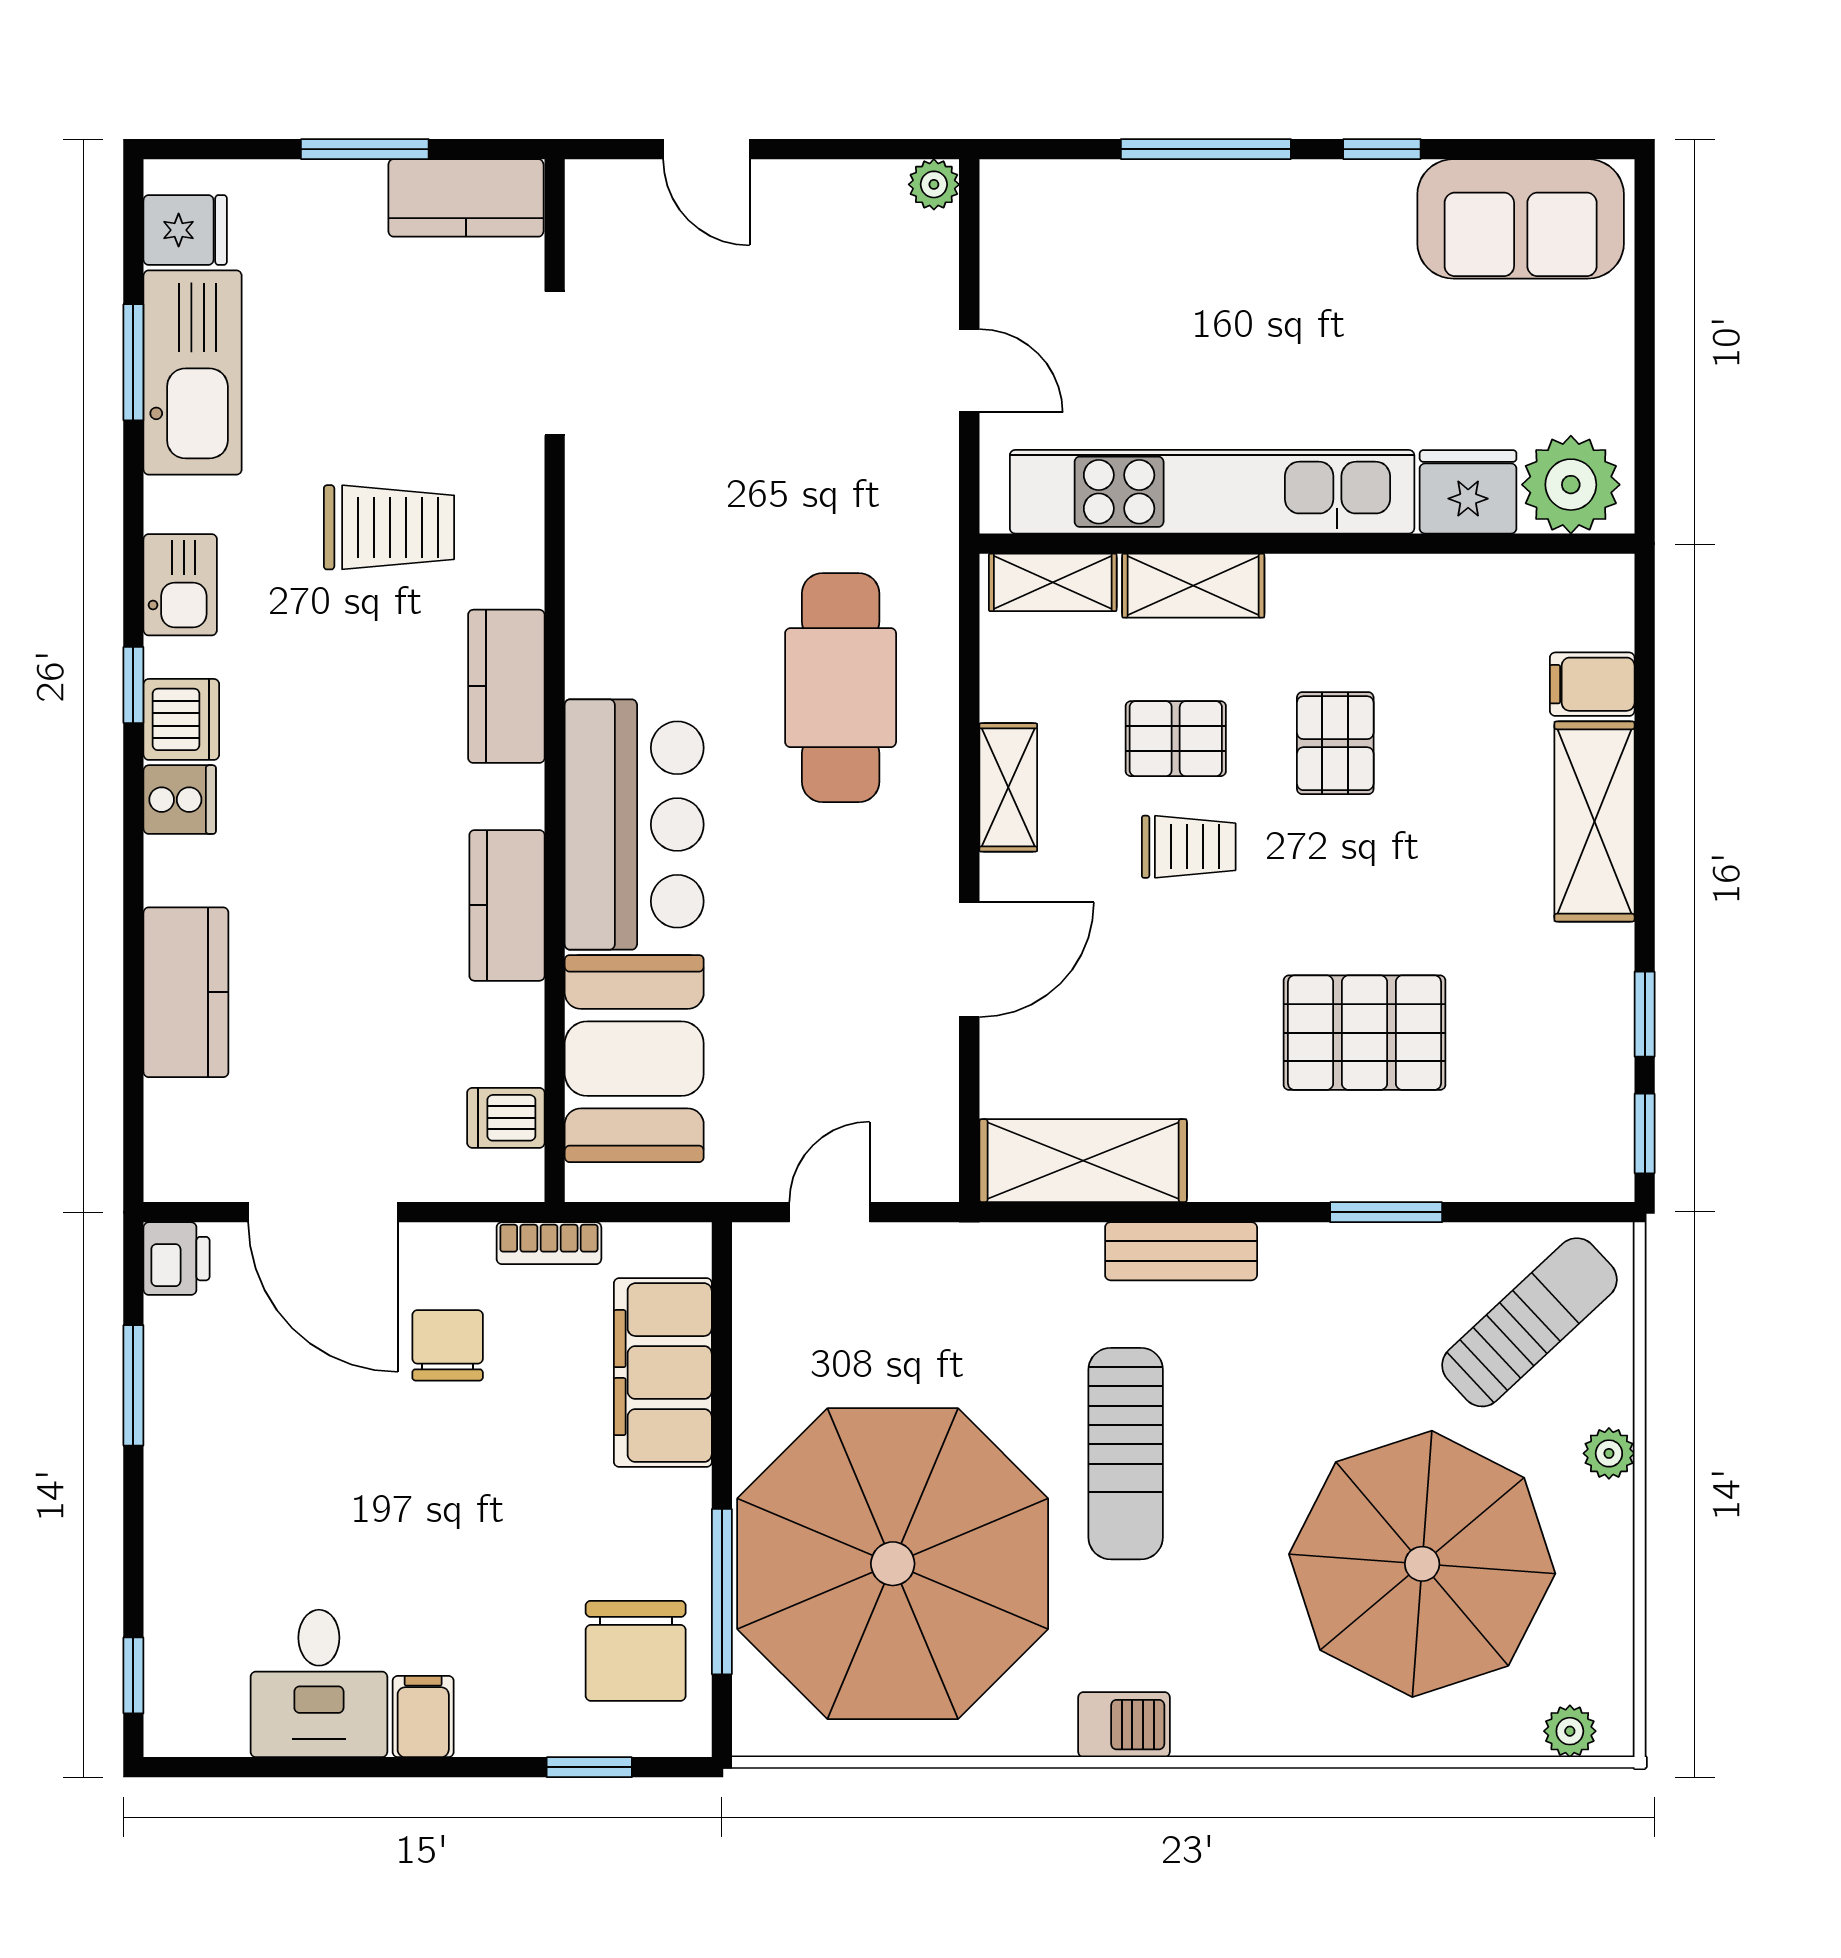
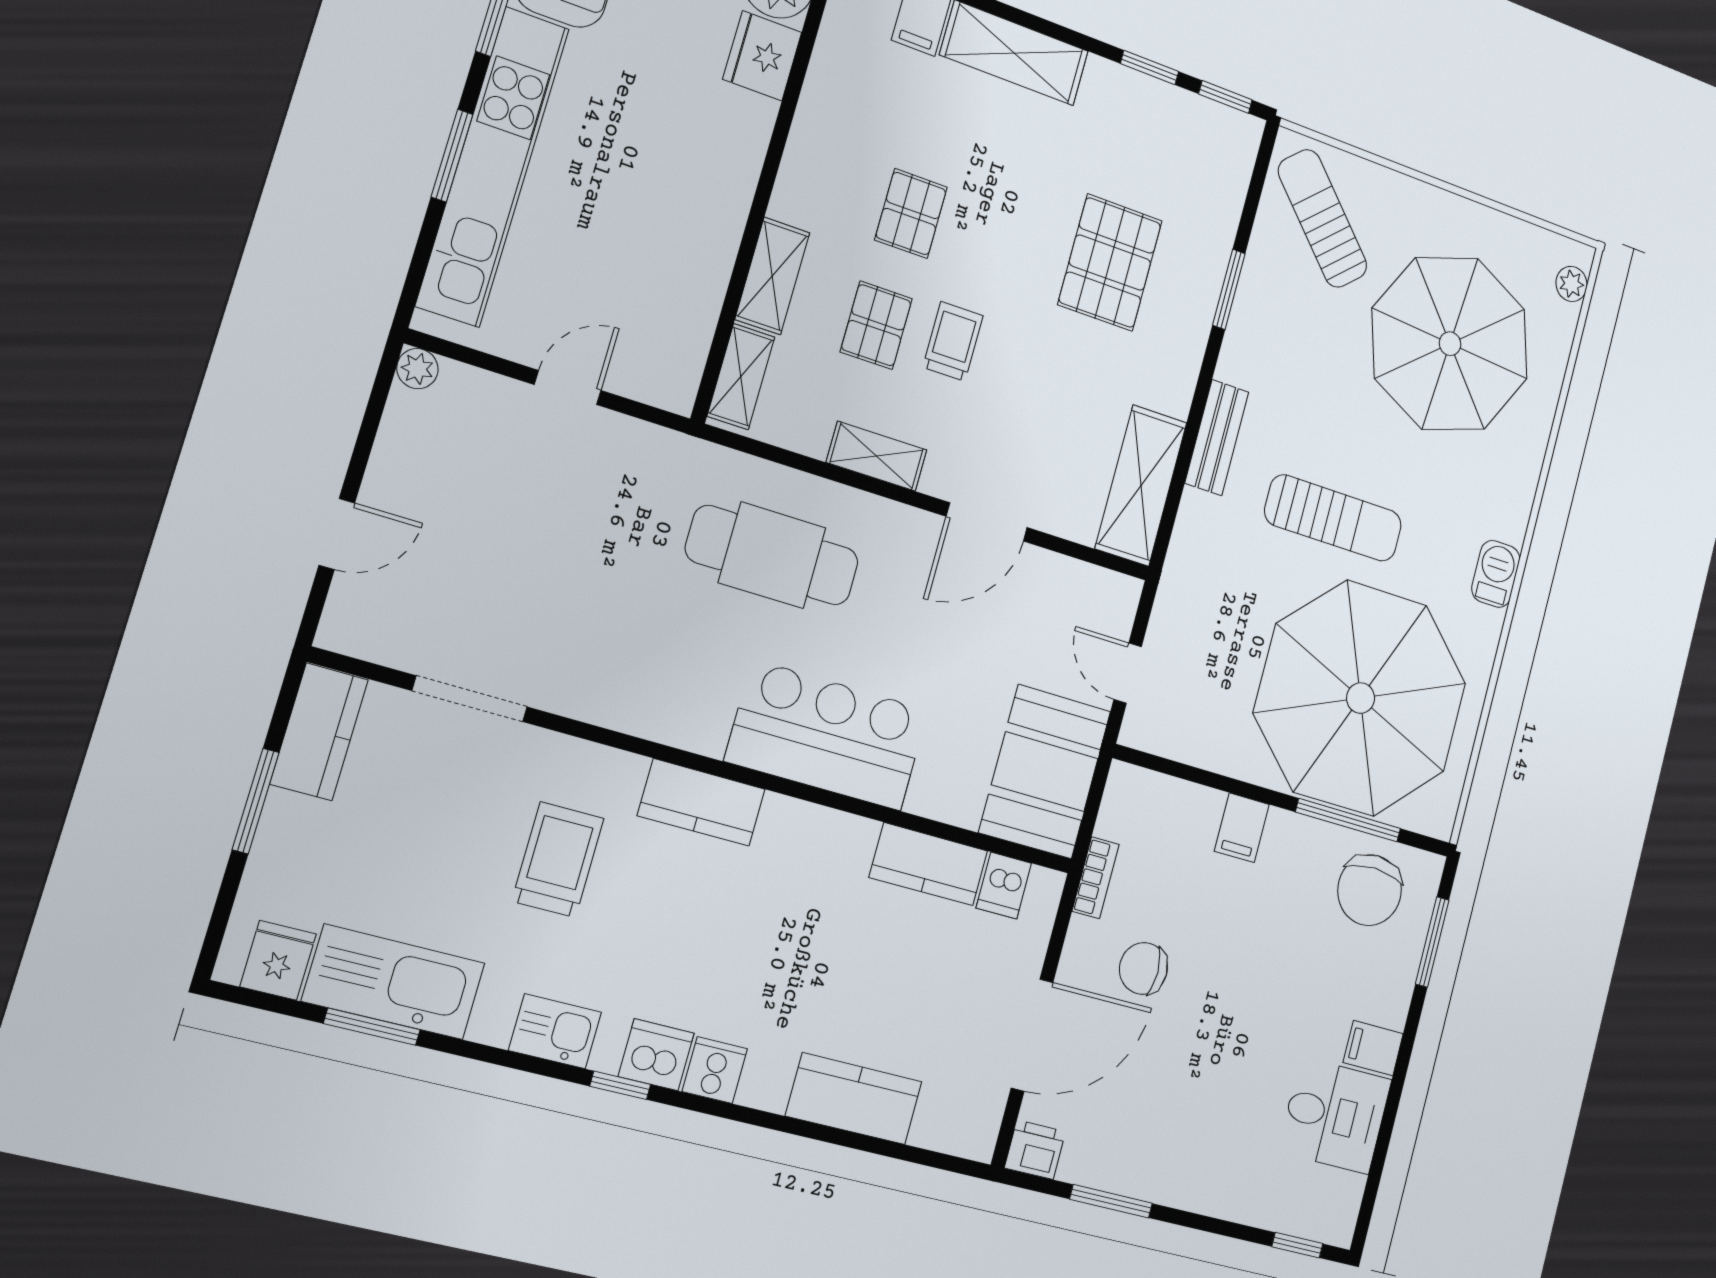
window: (1206, 149) -> (452, 156), width x0.69
kitchen unit: (1212, 492) -> (493, 166), moved, turned 180
pallet: (1335, 743) -> (911, 213), turned 90
kitchen counter: (507, 905) -> (929, 864), moved
door: (969, 960) -> (987, 522), swing flipped
booth: (634, 1059) -> (1045, 772), moved, turned 90
filing cabinet: (663, 1373) -> (1242, 828), width x0.33, depth x0.86
plant: (1609, 1453) -> (1415, 196), removed
chair: (636, 1651) -> (1370, 890), turned 91
window: (589, 1767) -> (1432, 942), width x1.50

